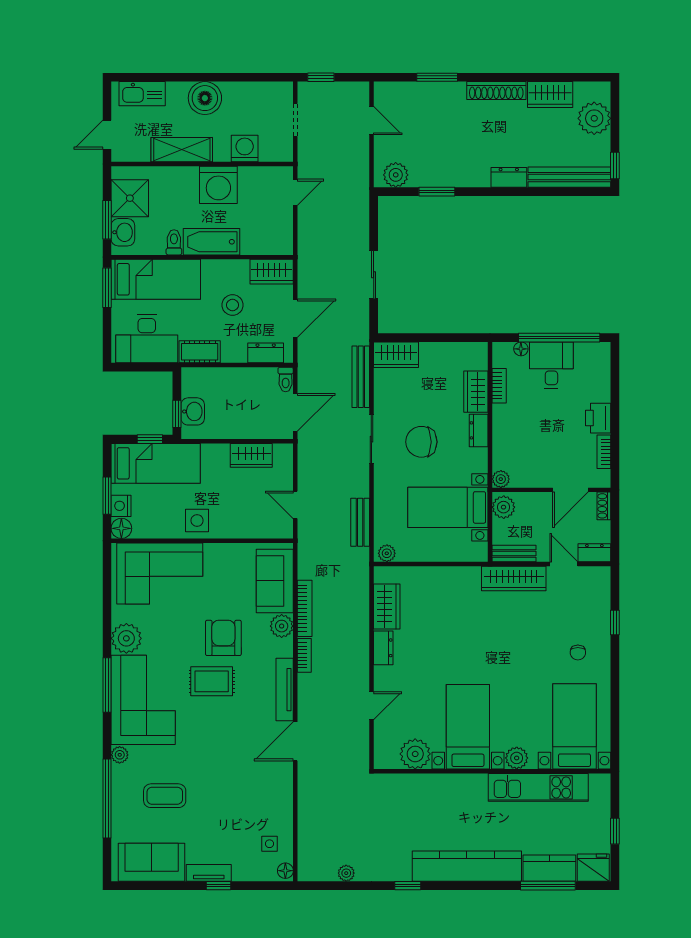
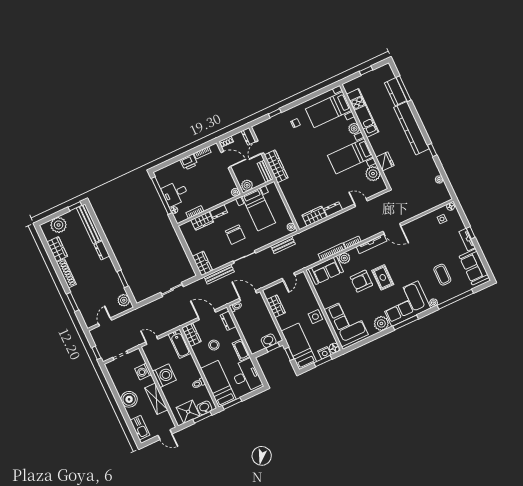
bathtub: (212, 242) -> (180, 344), moved
fridge: (593, 868) -> (385, 161), moved, turned 180

